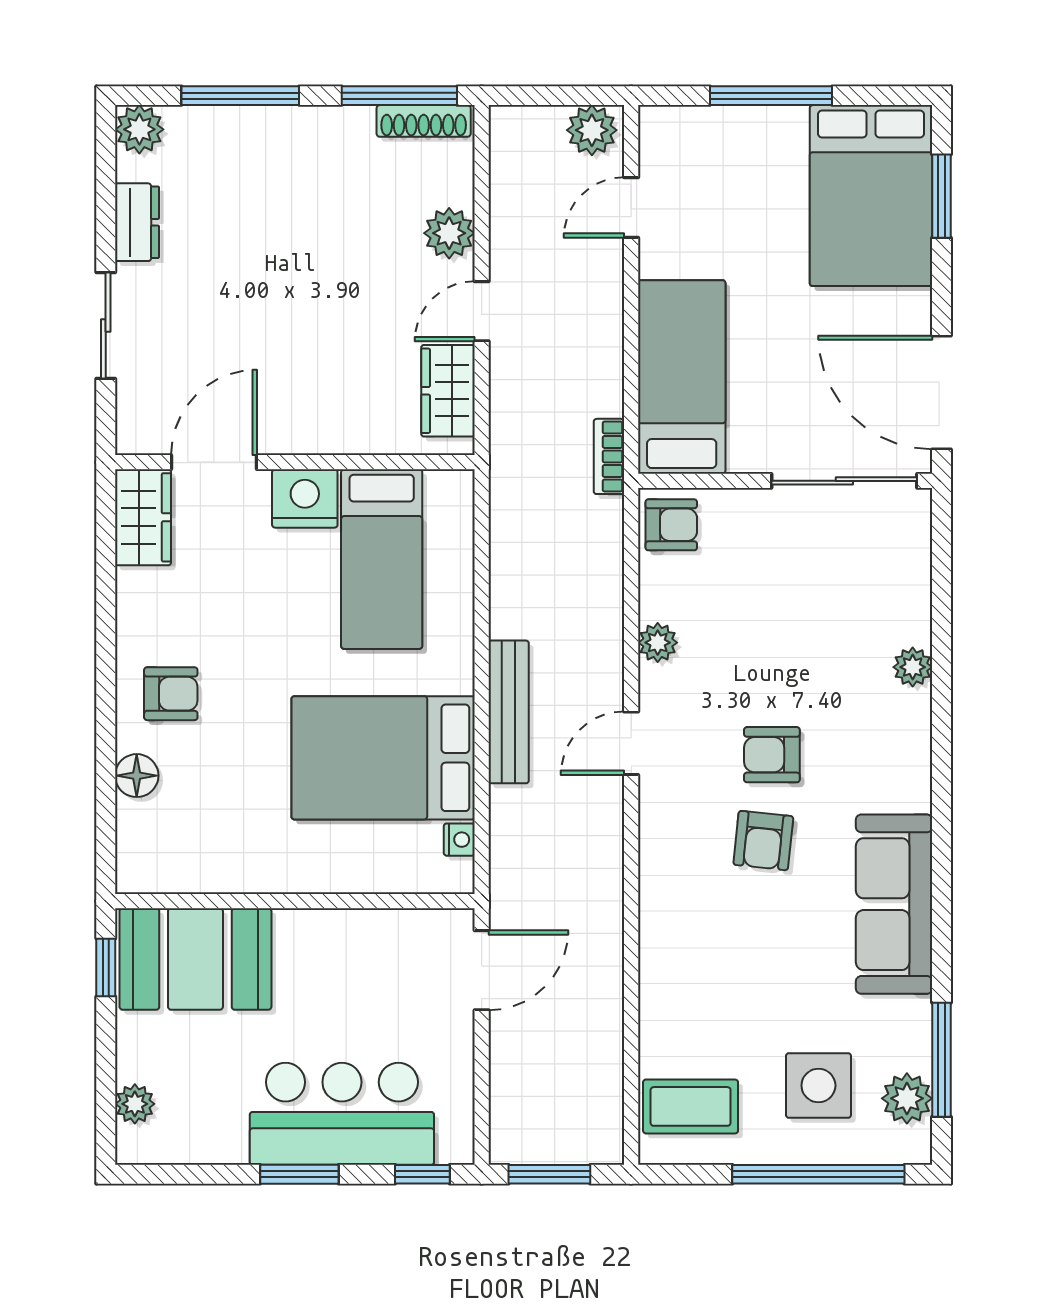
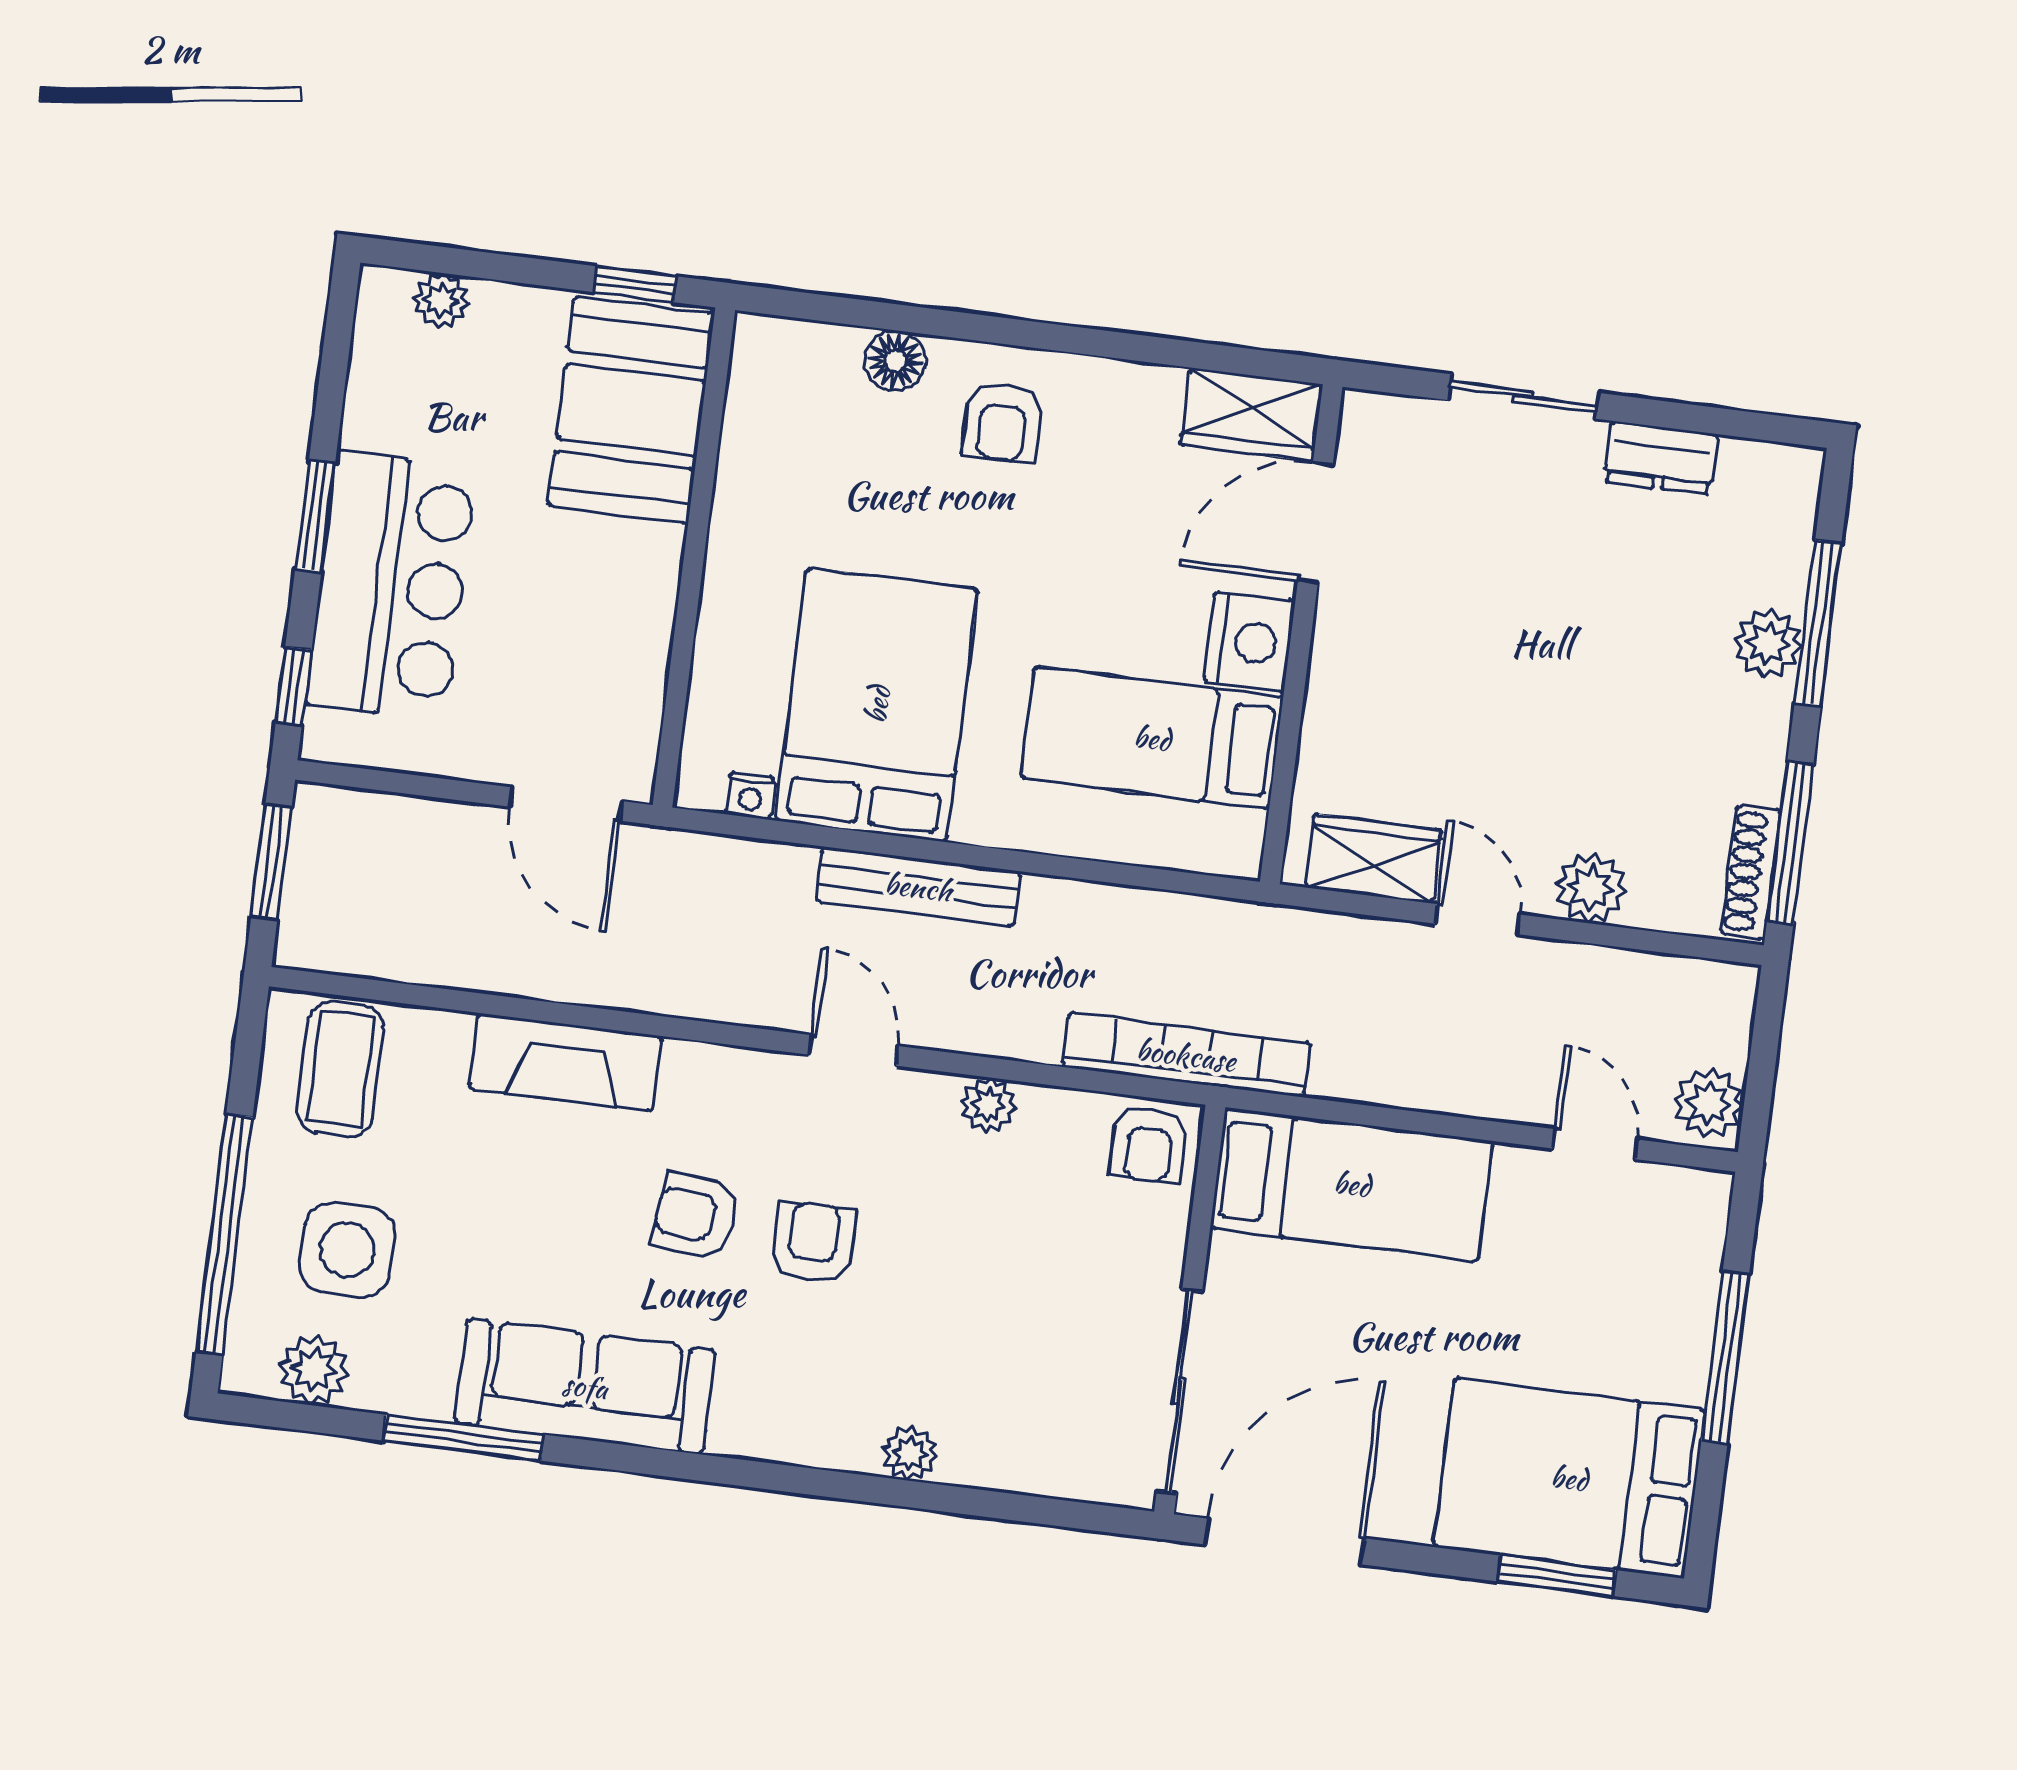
plant: (139, 129) -> (1768, 644), moved
bookcase: (609, 456) -> (1186, 1055), width x2.31, depth x1.31
door: (214, 462) -> (1315, 523), swing flipped
fireplace: (665, 947) -> (565, 1062), added
window: (942, 1060) -> (464, 1438), moved

